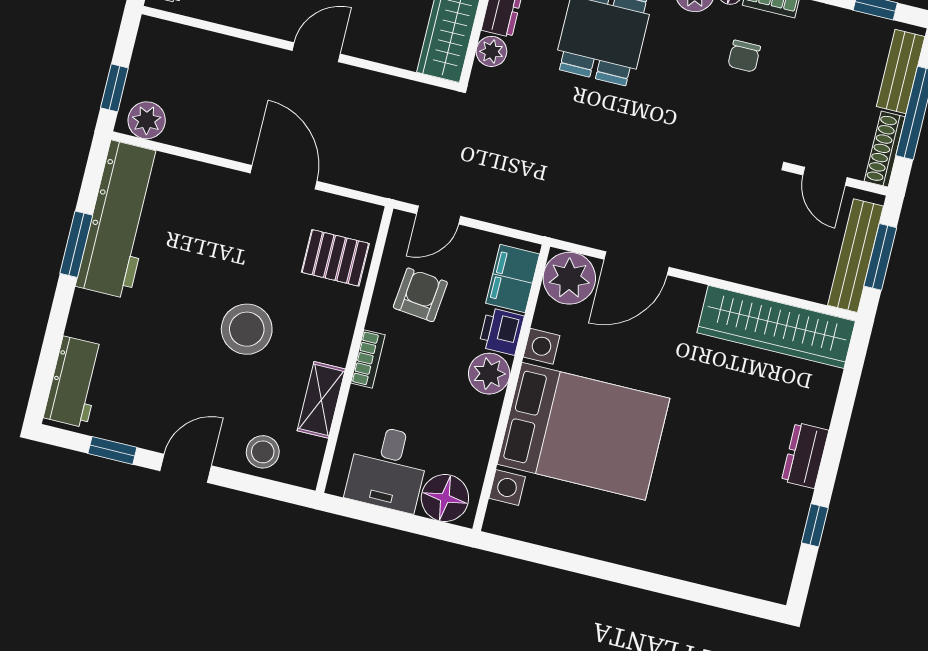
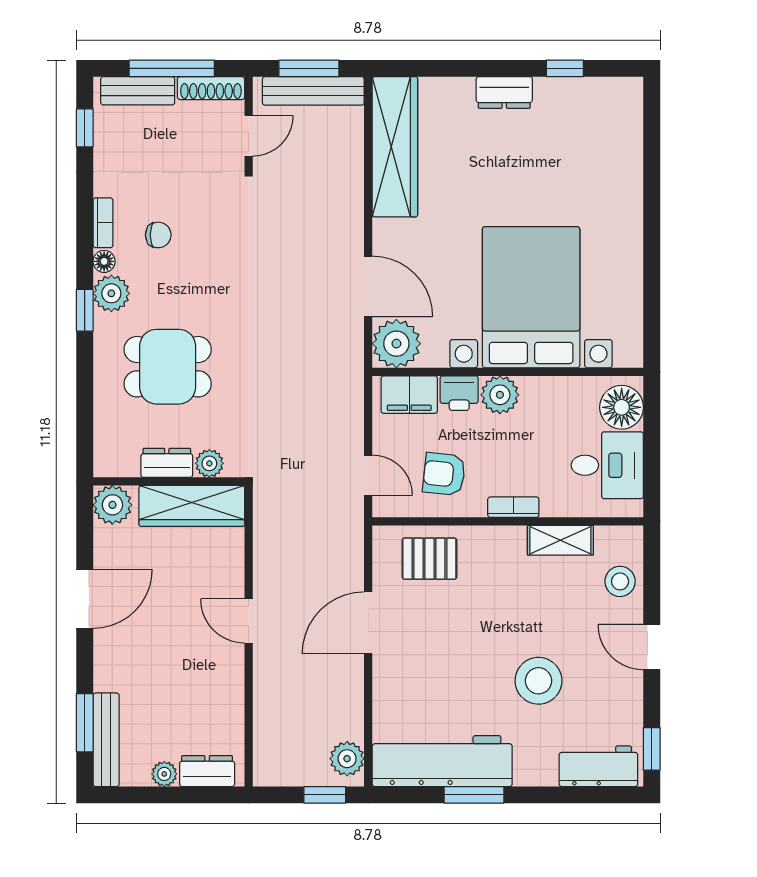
pallet: (335, 258) -> (429, 559), turned 90
stool: (247, 329) -> (538, 681), moved
window: (112, 450) -> (652, 749), moved

